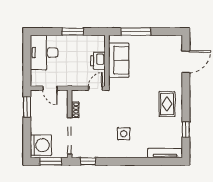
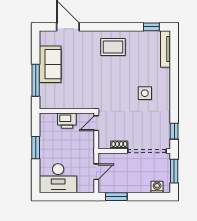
sofa: (119, 60) -> (50, 64), moved, turned 90
door: (96, 88) -> (96, 123), hinge flipped
window: (186, 130) -> (151, 27), moved
washing machine: (41, 145) -> (157, 187), width x0.53, depth x0.53

